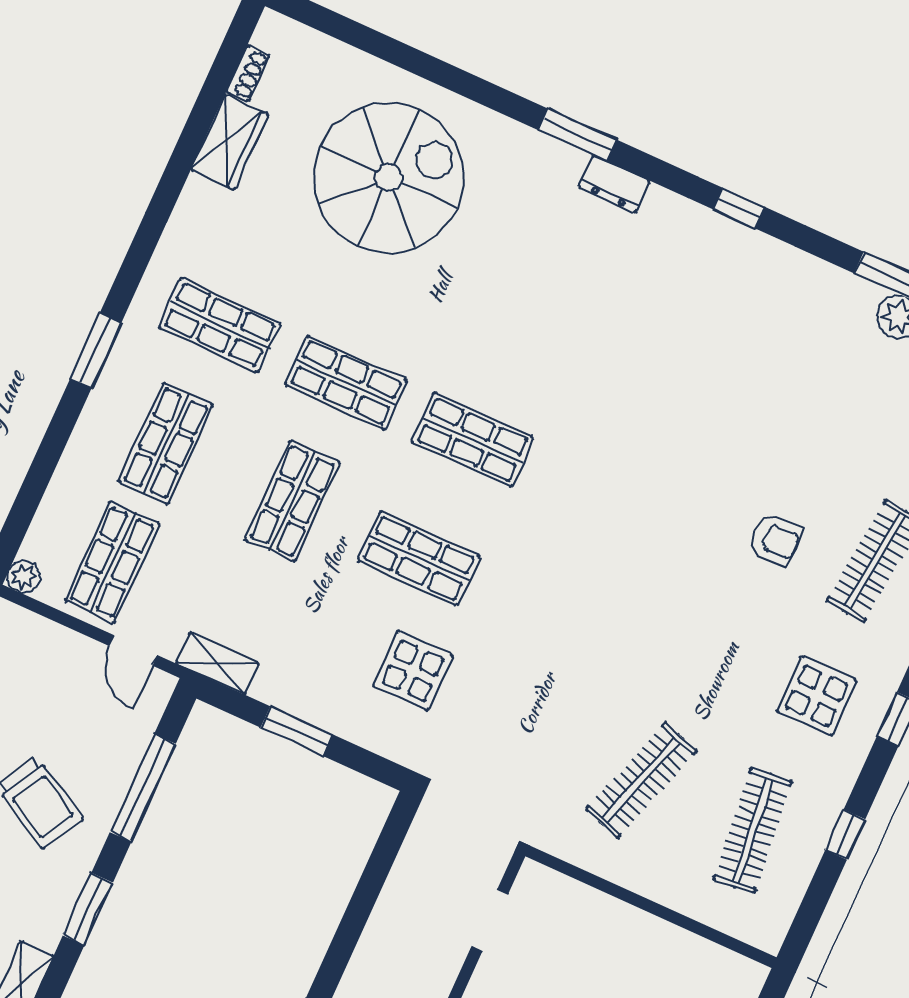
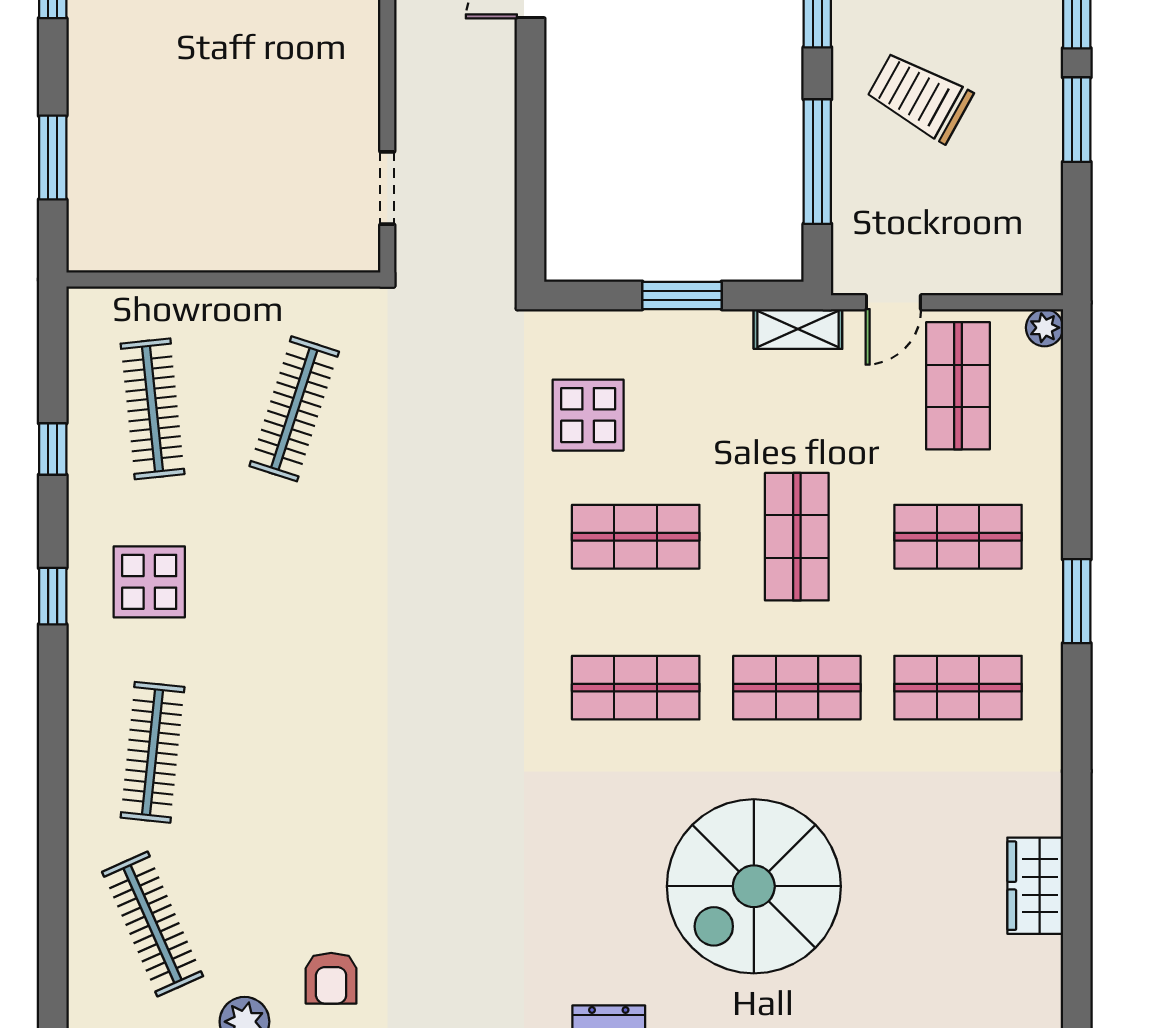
shoe rack: (248, 73) -> (1049, 967), removed
spiral stairs: (389, 178) -> (754, 886), moved
shop shelf: (166, 444) -> (958, 537), turned 90
armchair: (775, 539) -> (331, 978), moved, turned -90
door: (133, 650) -> (893, 302), swing flipped

